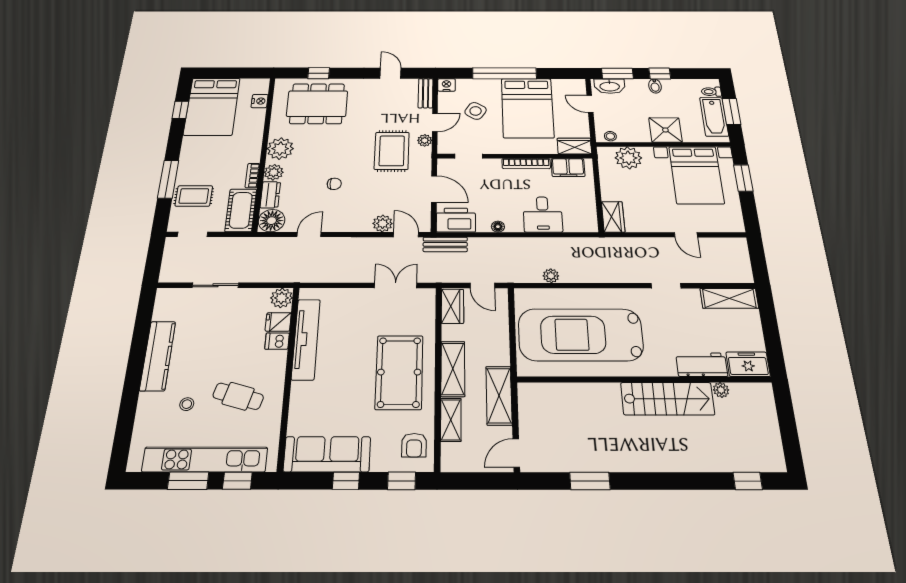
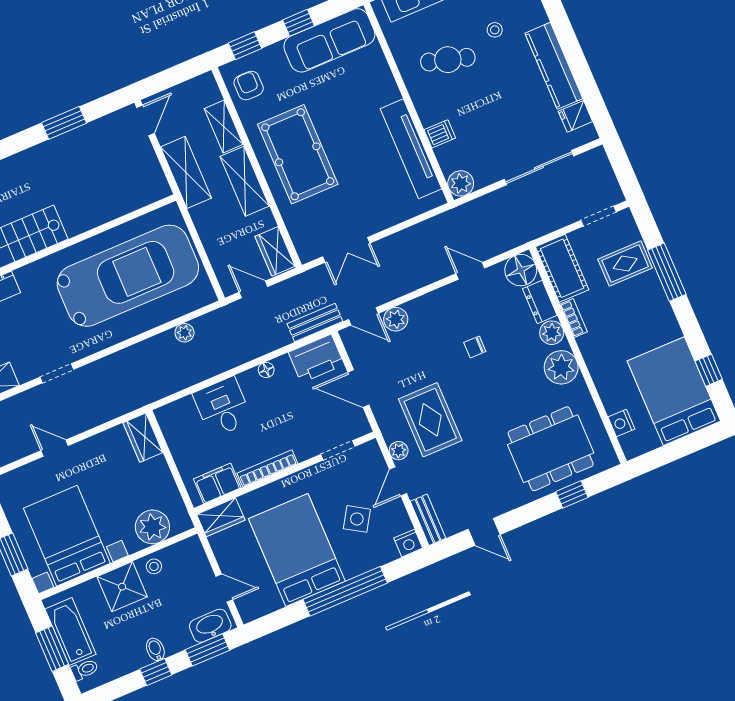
stool: (610, 136) -> (154, 566), moved
door: (309, 234) -> (470, 271), swing flipped
sliding door: (215, 285) -> (539, 168), width x1.37
fridge: (278, 322) -> (575, 116), moved, turned 180

